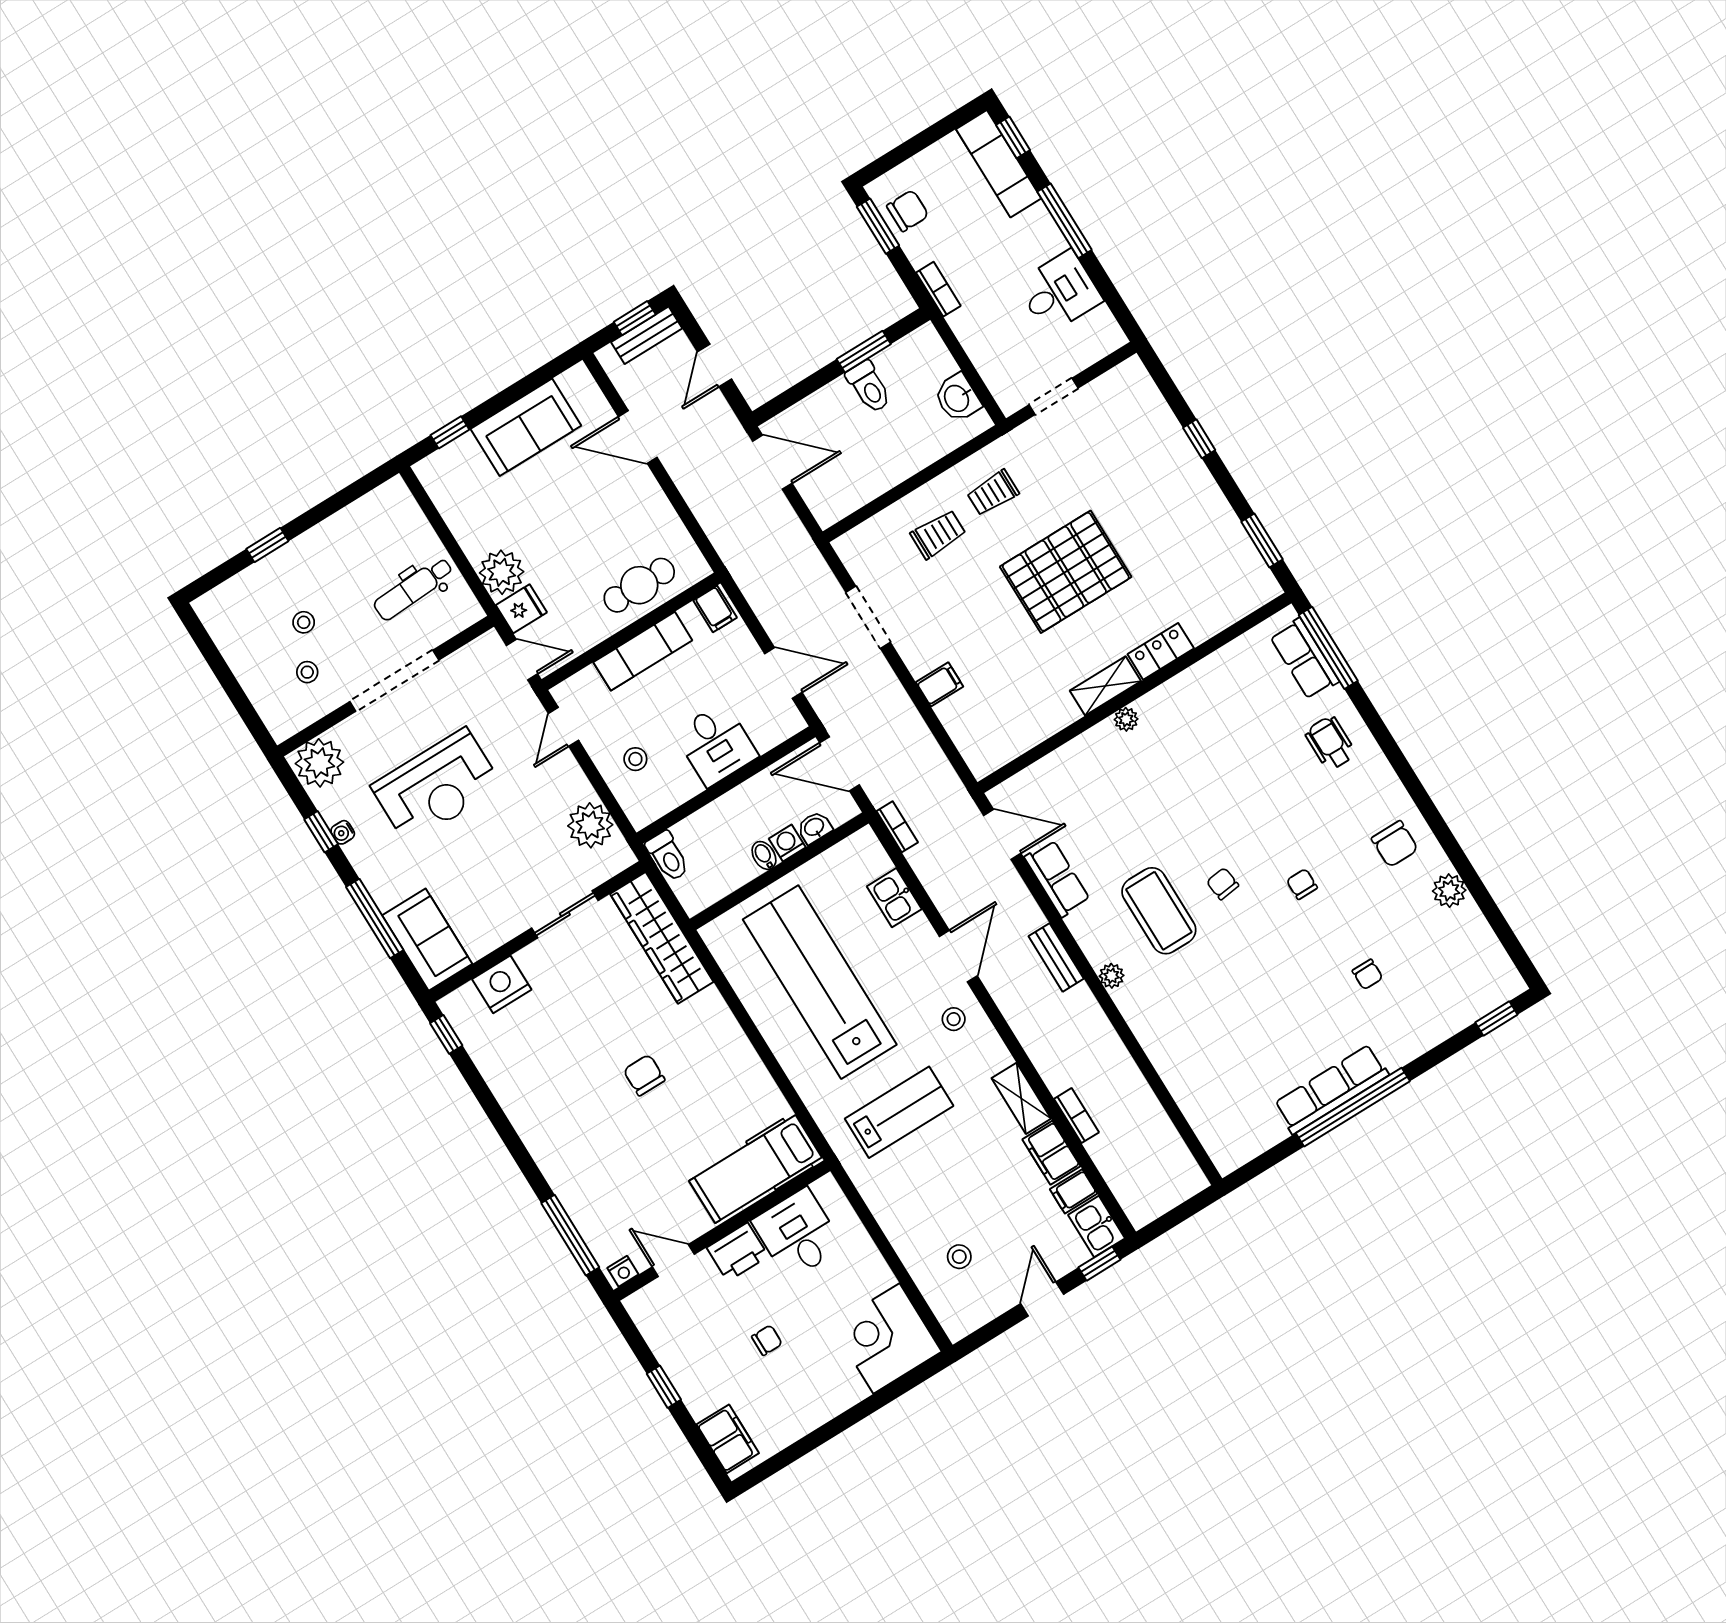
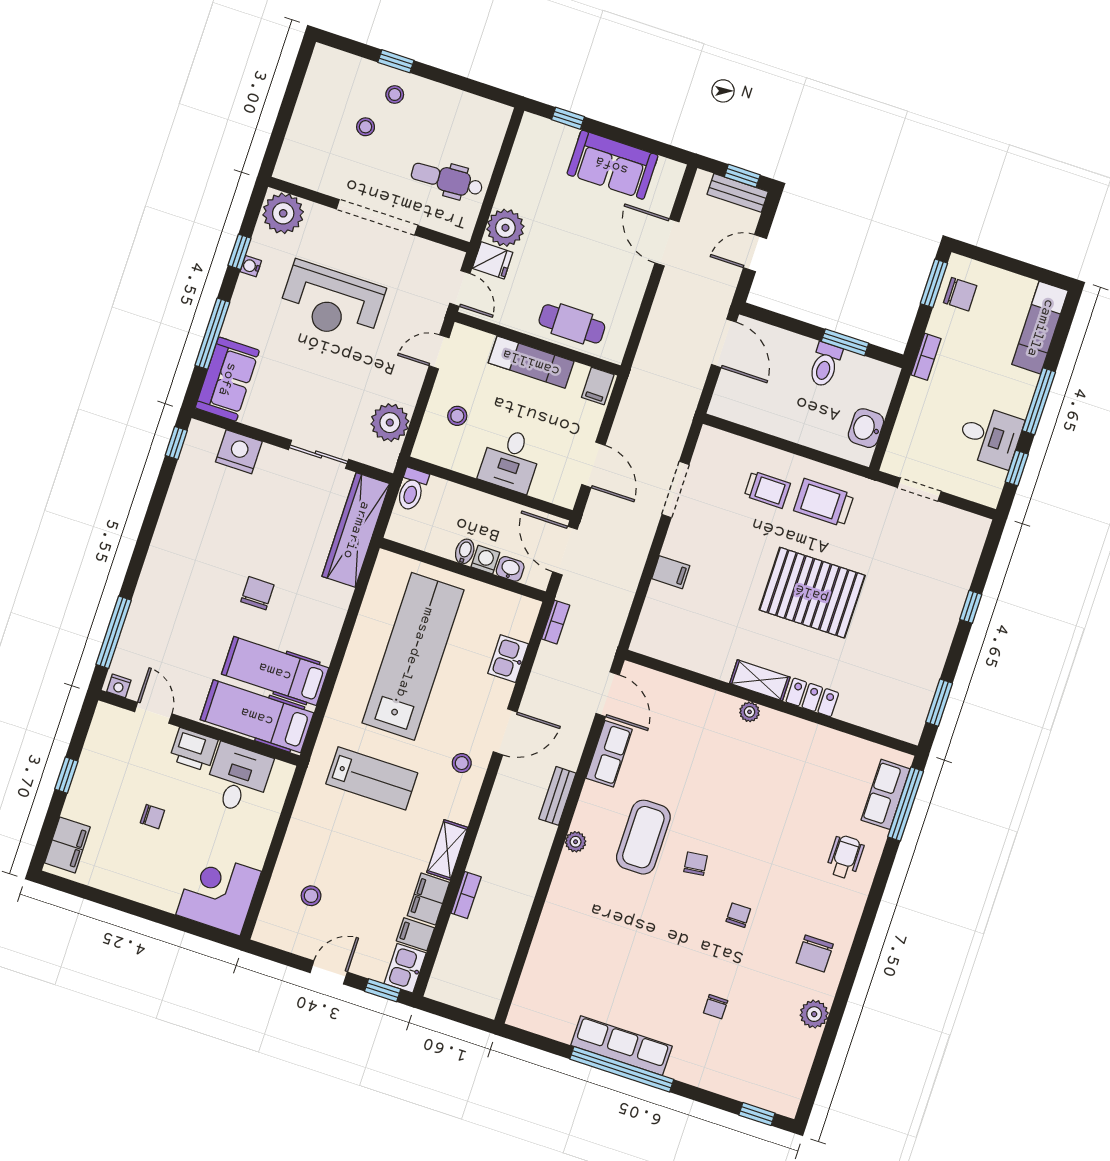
window: (1013, 137) -> (1017, 468), moved
trolley: (993, 493) -> (824, 503), width x1.36, depth x1.39
stool: (307, 672) -> (395, 94), moved
hospital bed: (728, 1118) -> (275, 671), added

